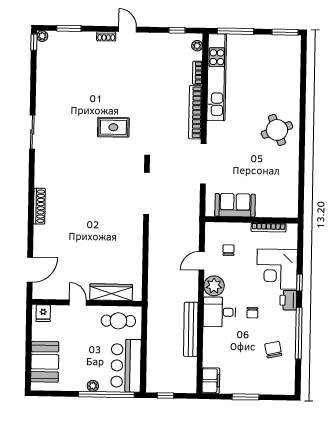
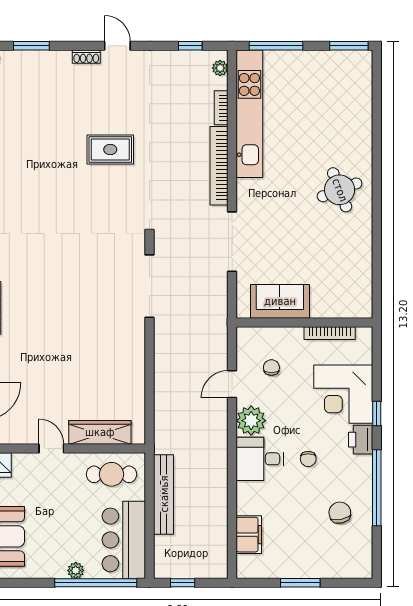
rug: (113, 127) -> (110, 149), moved
bench: (191, 329) -> (164, 494), moved
filing cabinet: (211, 381) -> (249, 535), moved

